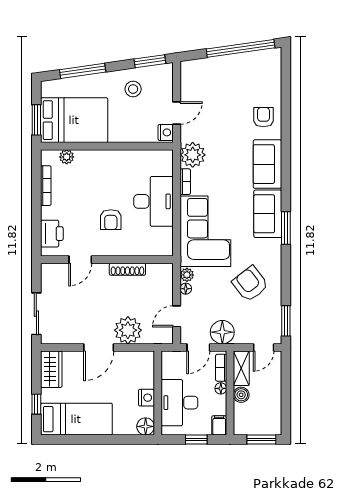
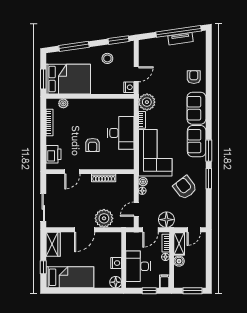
tv unit: (243, 59) -> (181, 39), added
window: (286, 321) -> (209, 179), moved

